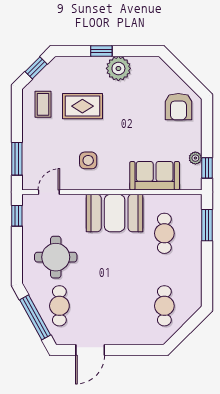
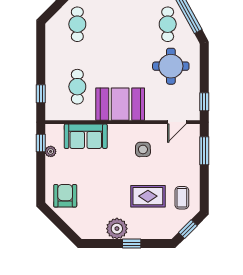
window: (207, 225) -> (41, 94), width x0.67

